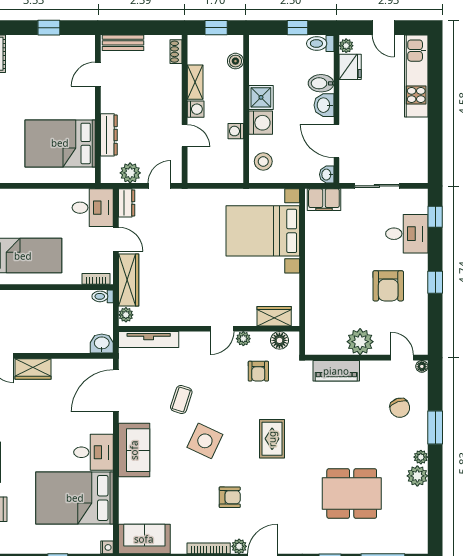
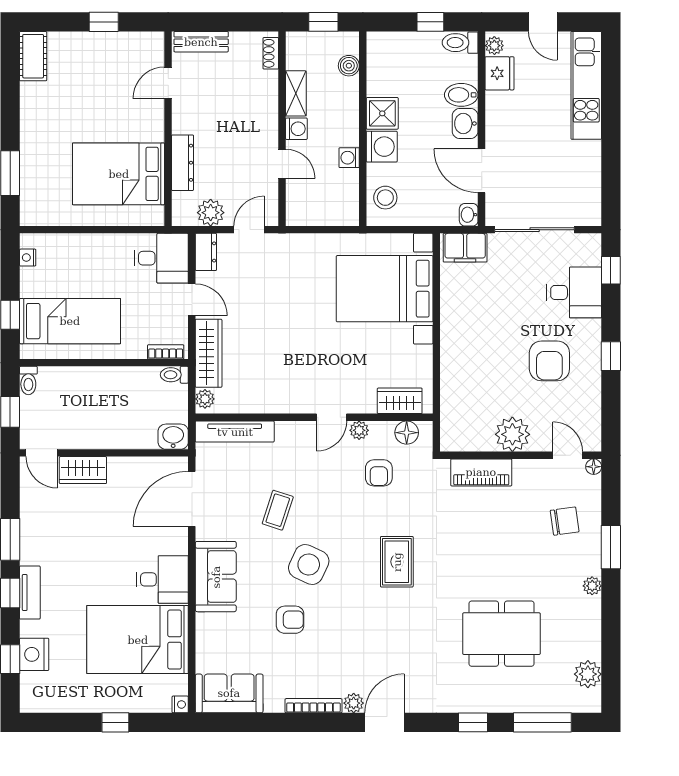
sliding door: (377, 186) -> (535, 230), width x1.37
chair: (400, 408) -> (565, 521), turned -79
plant: (417, 476) -> (588, 674), moved
armchair: (230, 497) -> (290, 620), moved

